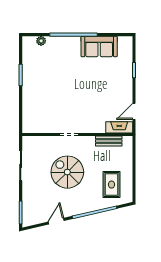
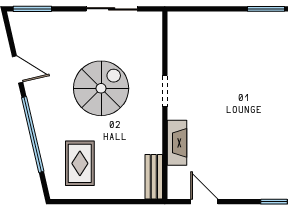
fireplace: (119, 127) -> (177, 143), moved
bench: (109, 141) -> (154, 177), moved
rug: (111, 185) -> (80, 163), turned 90

